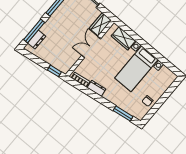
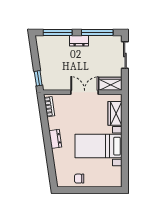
dresser: (37, 40) -> (79, 41), moved
dresser: (96, 88) -> (55, 139), moved
window: (123, 114) -> (51, 167), removed

